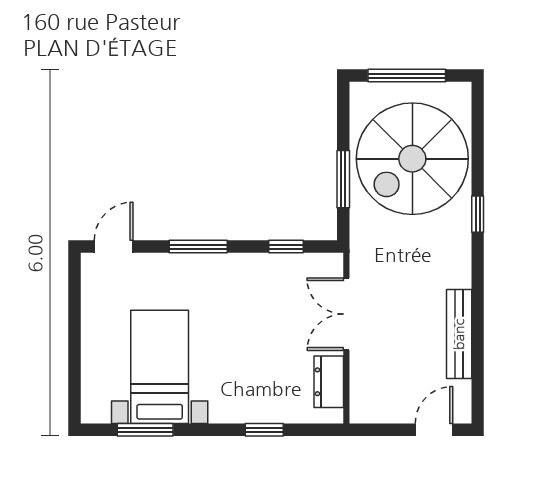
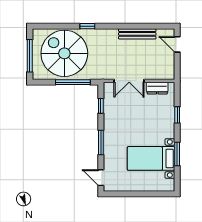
spiral stairs: (412, 159) -> (64, 53), turned 180
window: (343, 179) -> (73, 82), width x1.44
window: (145, 430) -> (177, 154), moved

